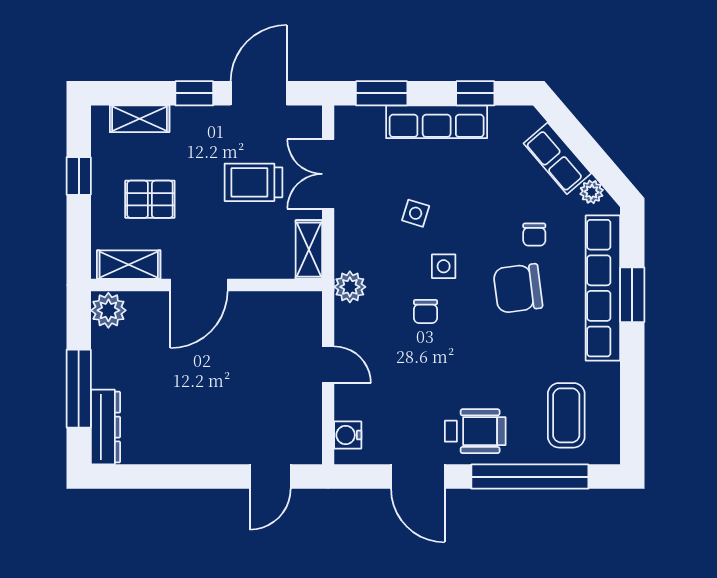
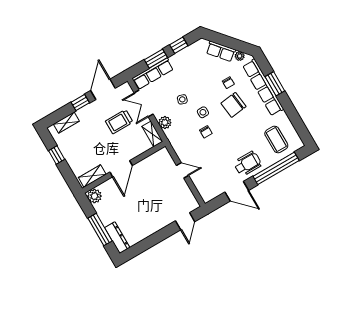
window: (382, 93) -> (156, 59), moved
row of seats: (437, 122) -> (153, 74), moved
pallet: (150, 199) -> (86, 149), removed
plant: (350, 287) -> (165, 123), moved
water cooler: (348, 435) -> (204, 191), removed

